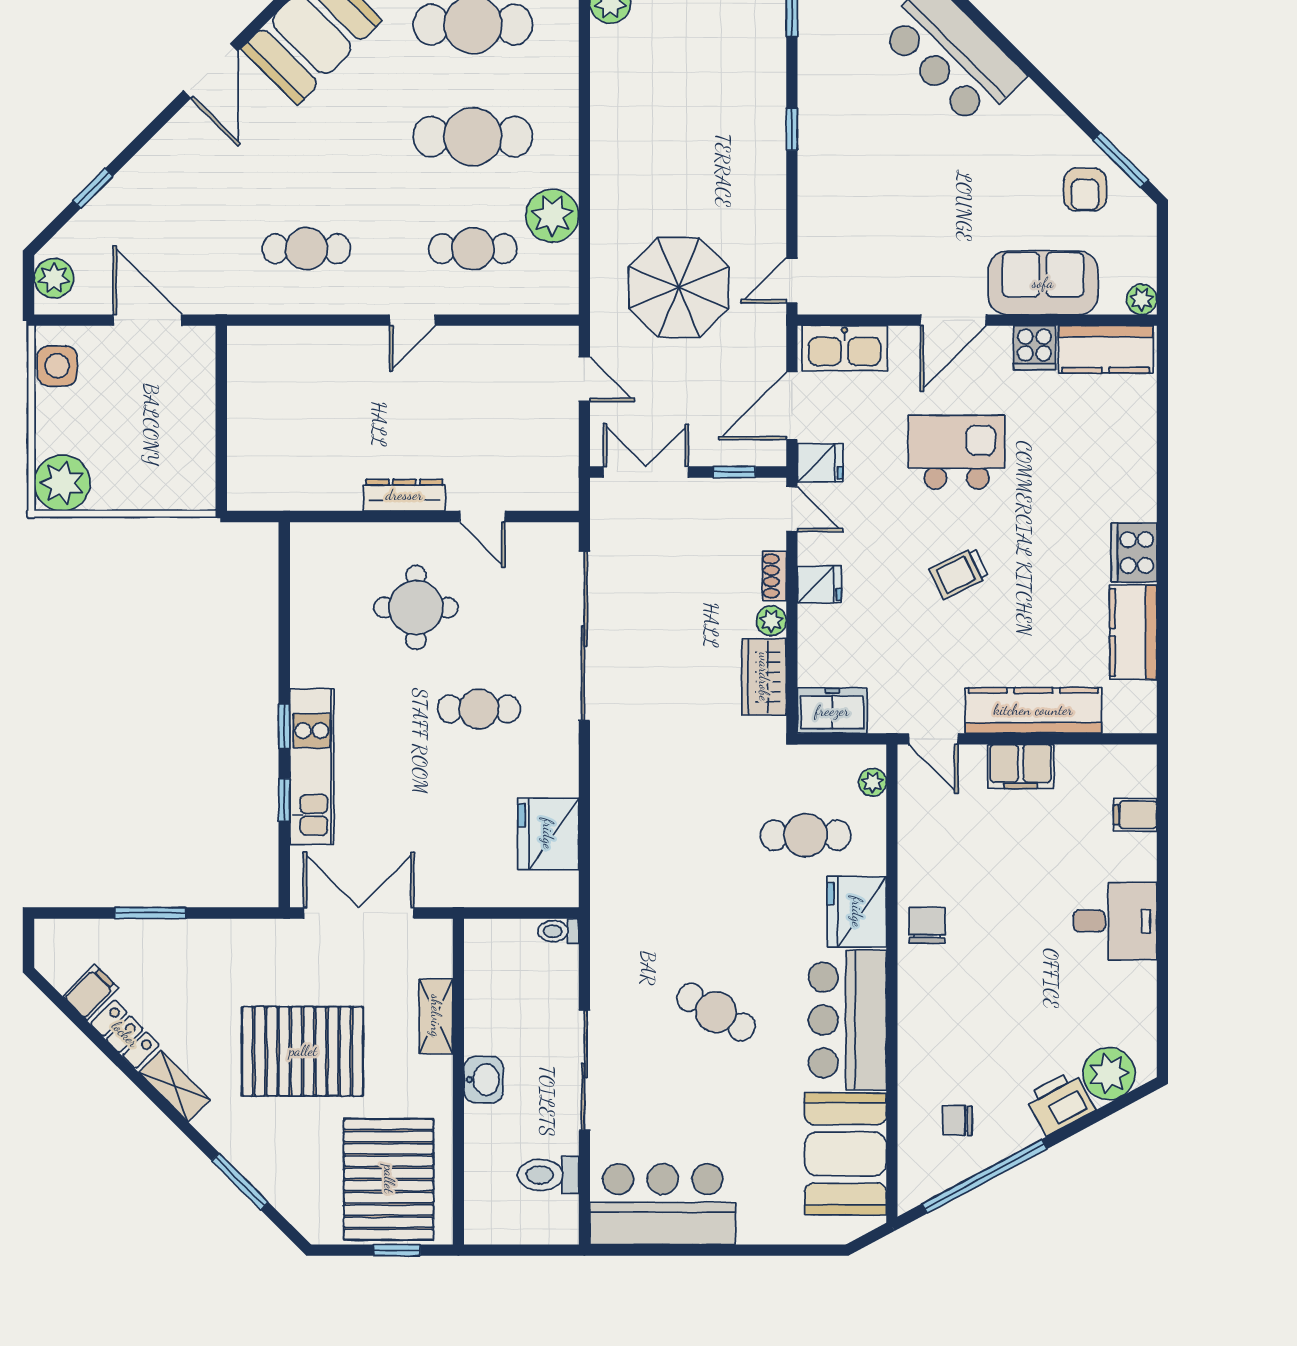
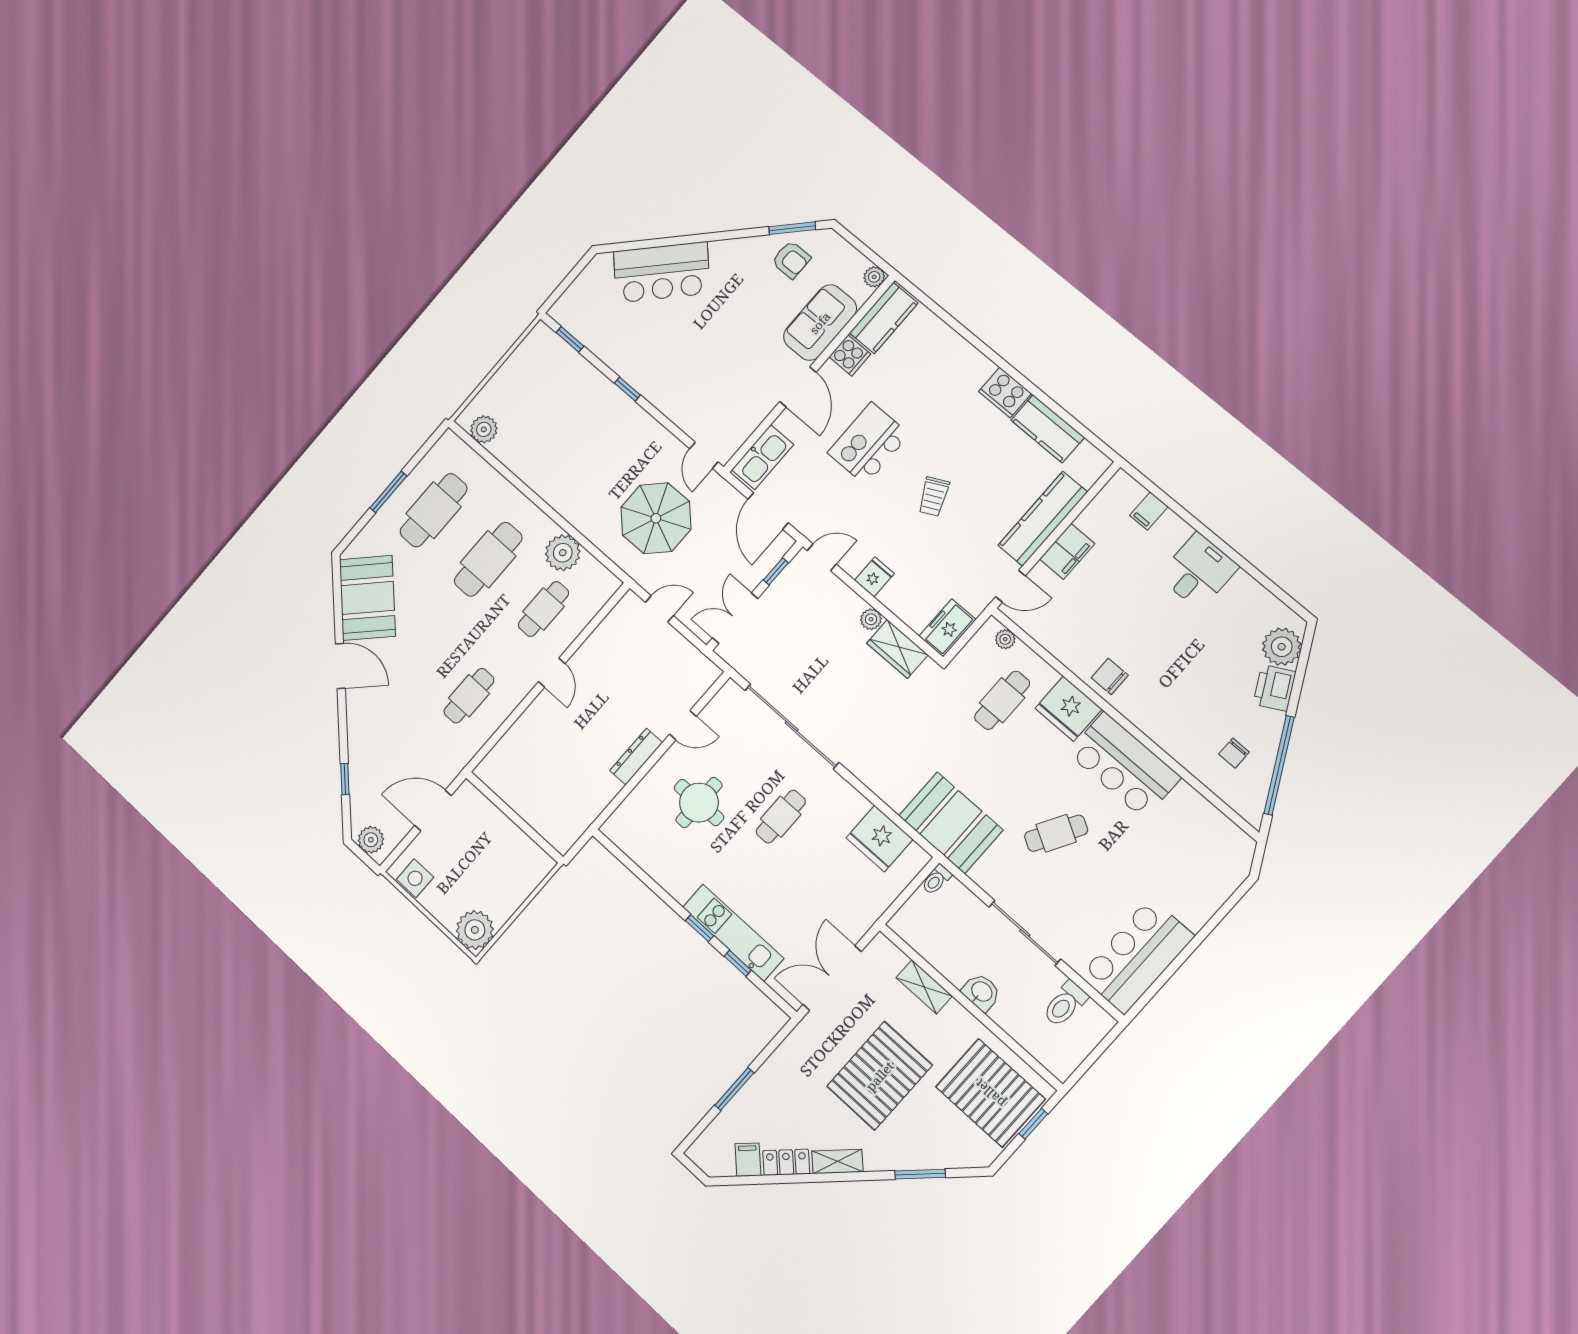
fridge: (820, 463) -> (811, 521), removed
shoe rack: (774, 576) -> (849, 597), removed
booth: (845, 1154) -> (951, 823), moved

